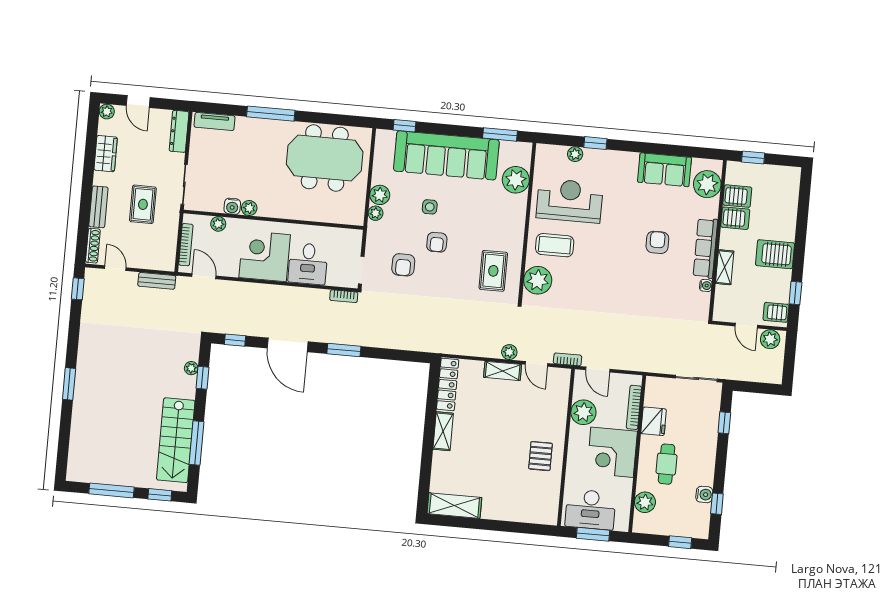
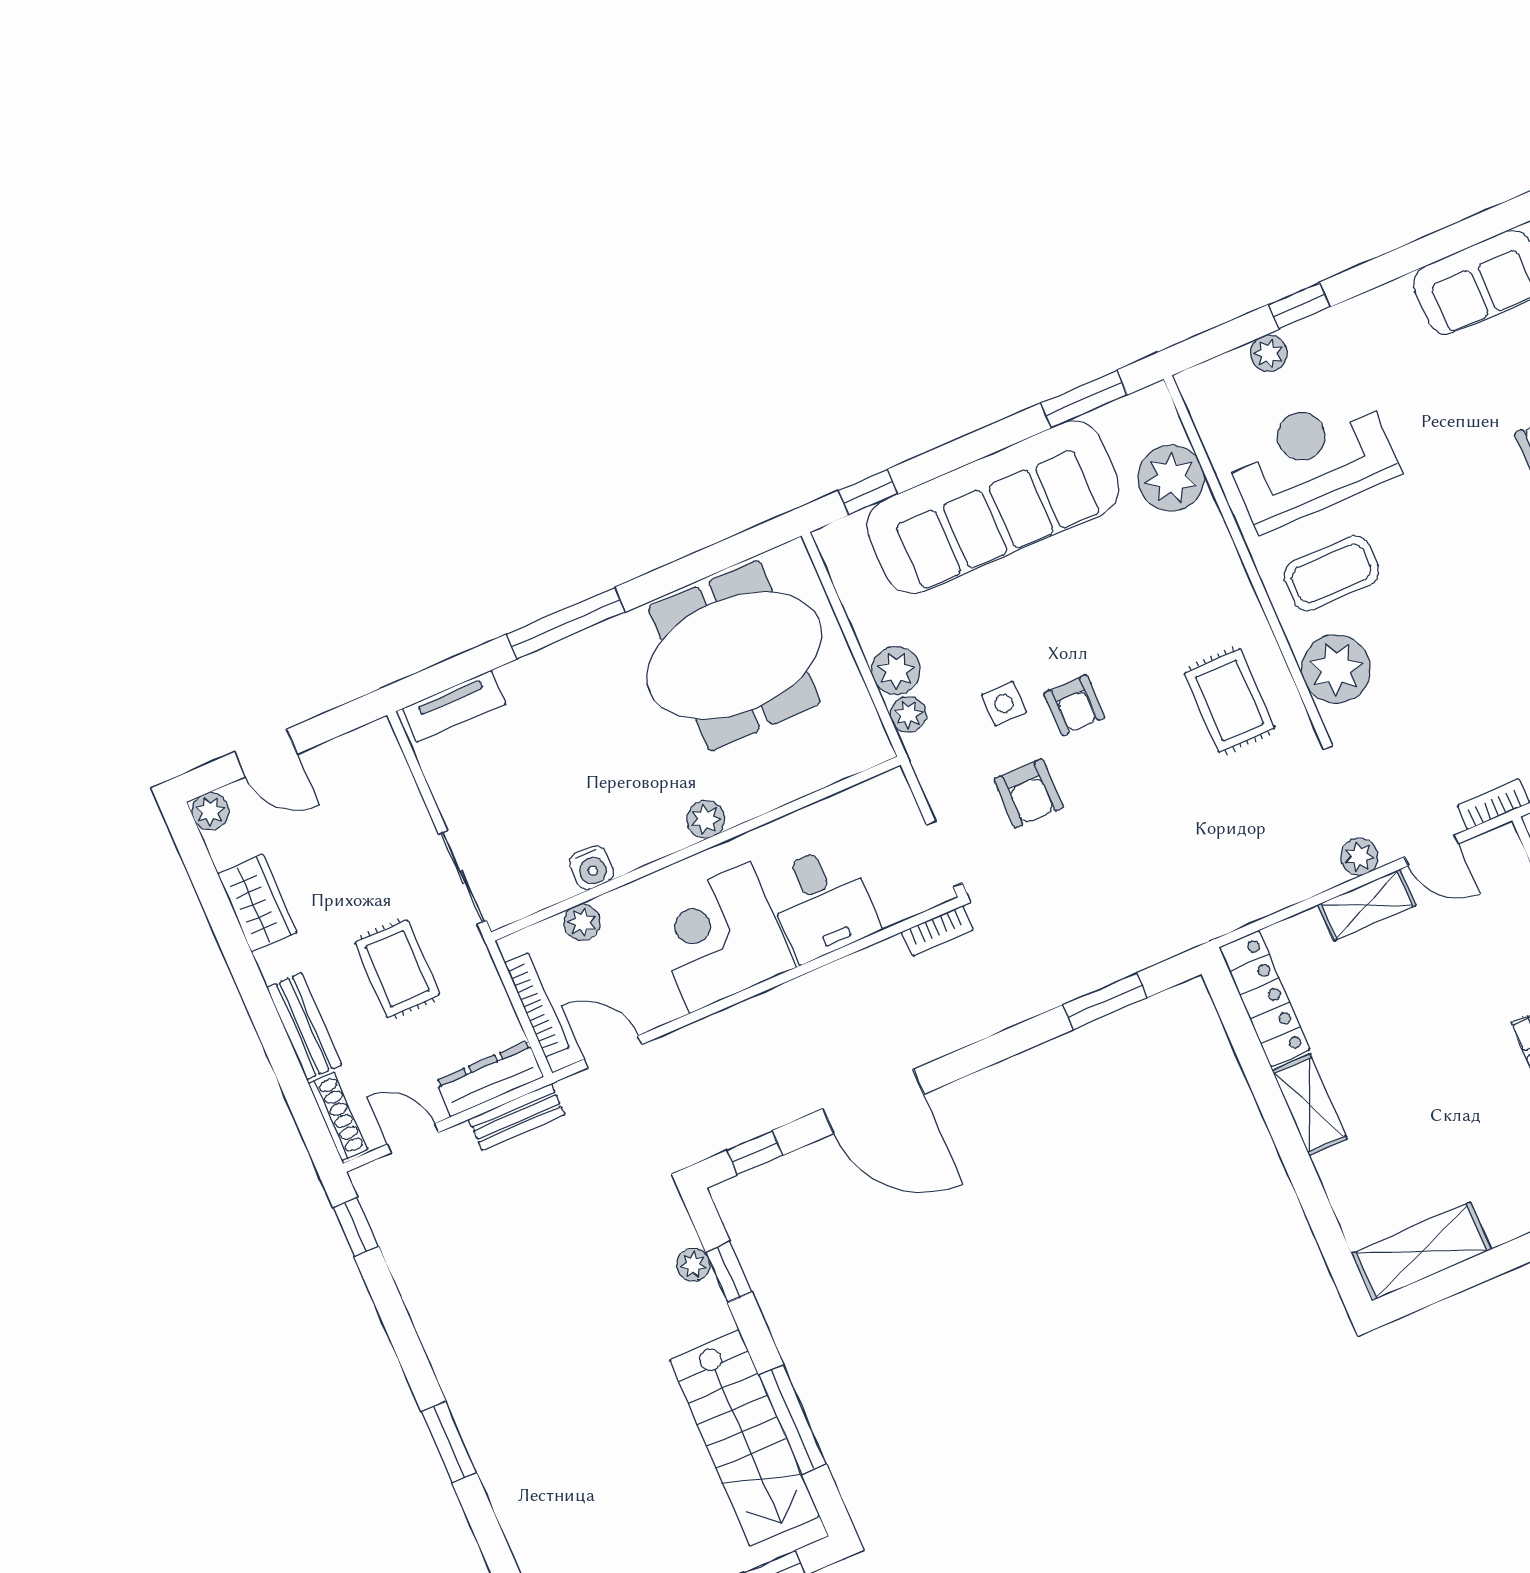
dresser: (179, 131) -> (490, 1079), moved, turned 90
side table: (430, 207) -> (1004, 704), moved
plant: (249, 208) -> (706, 819), moved
window: (344, 350) -> (1105, 1001), moved

